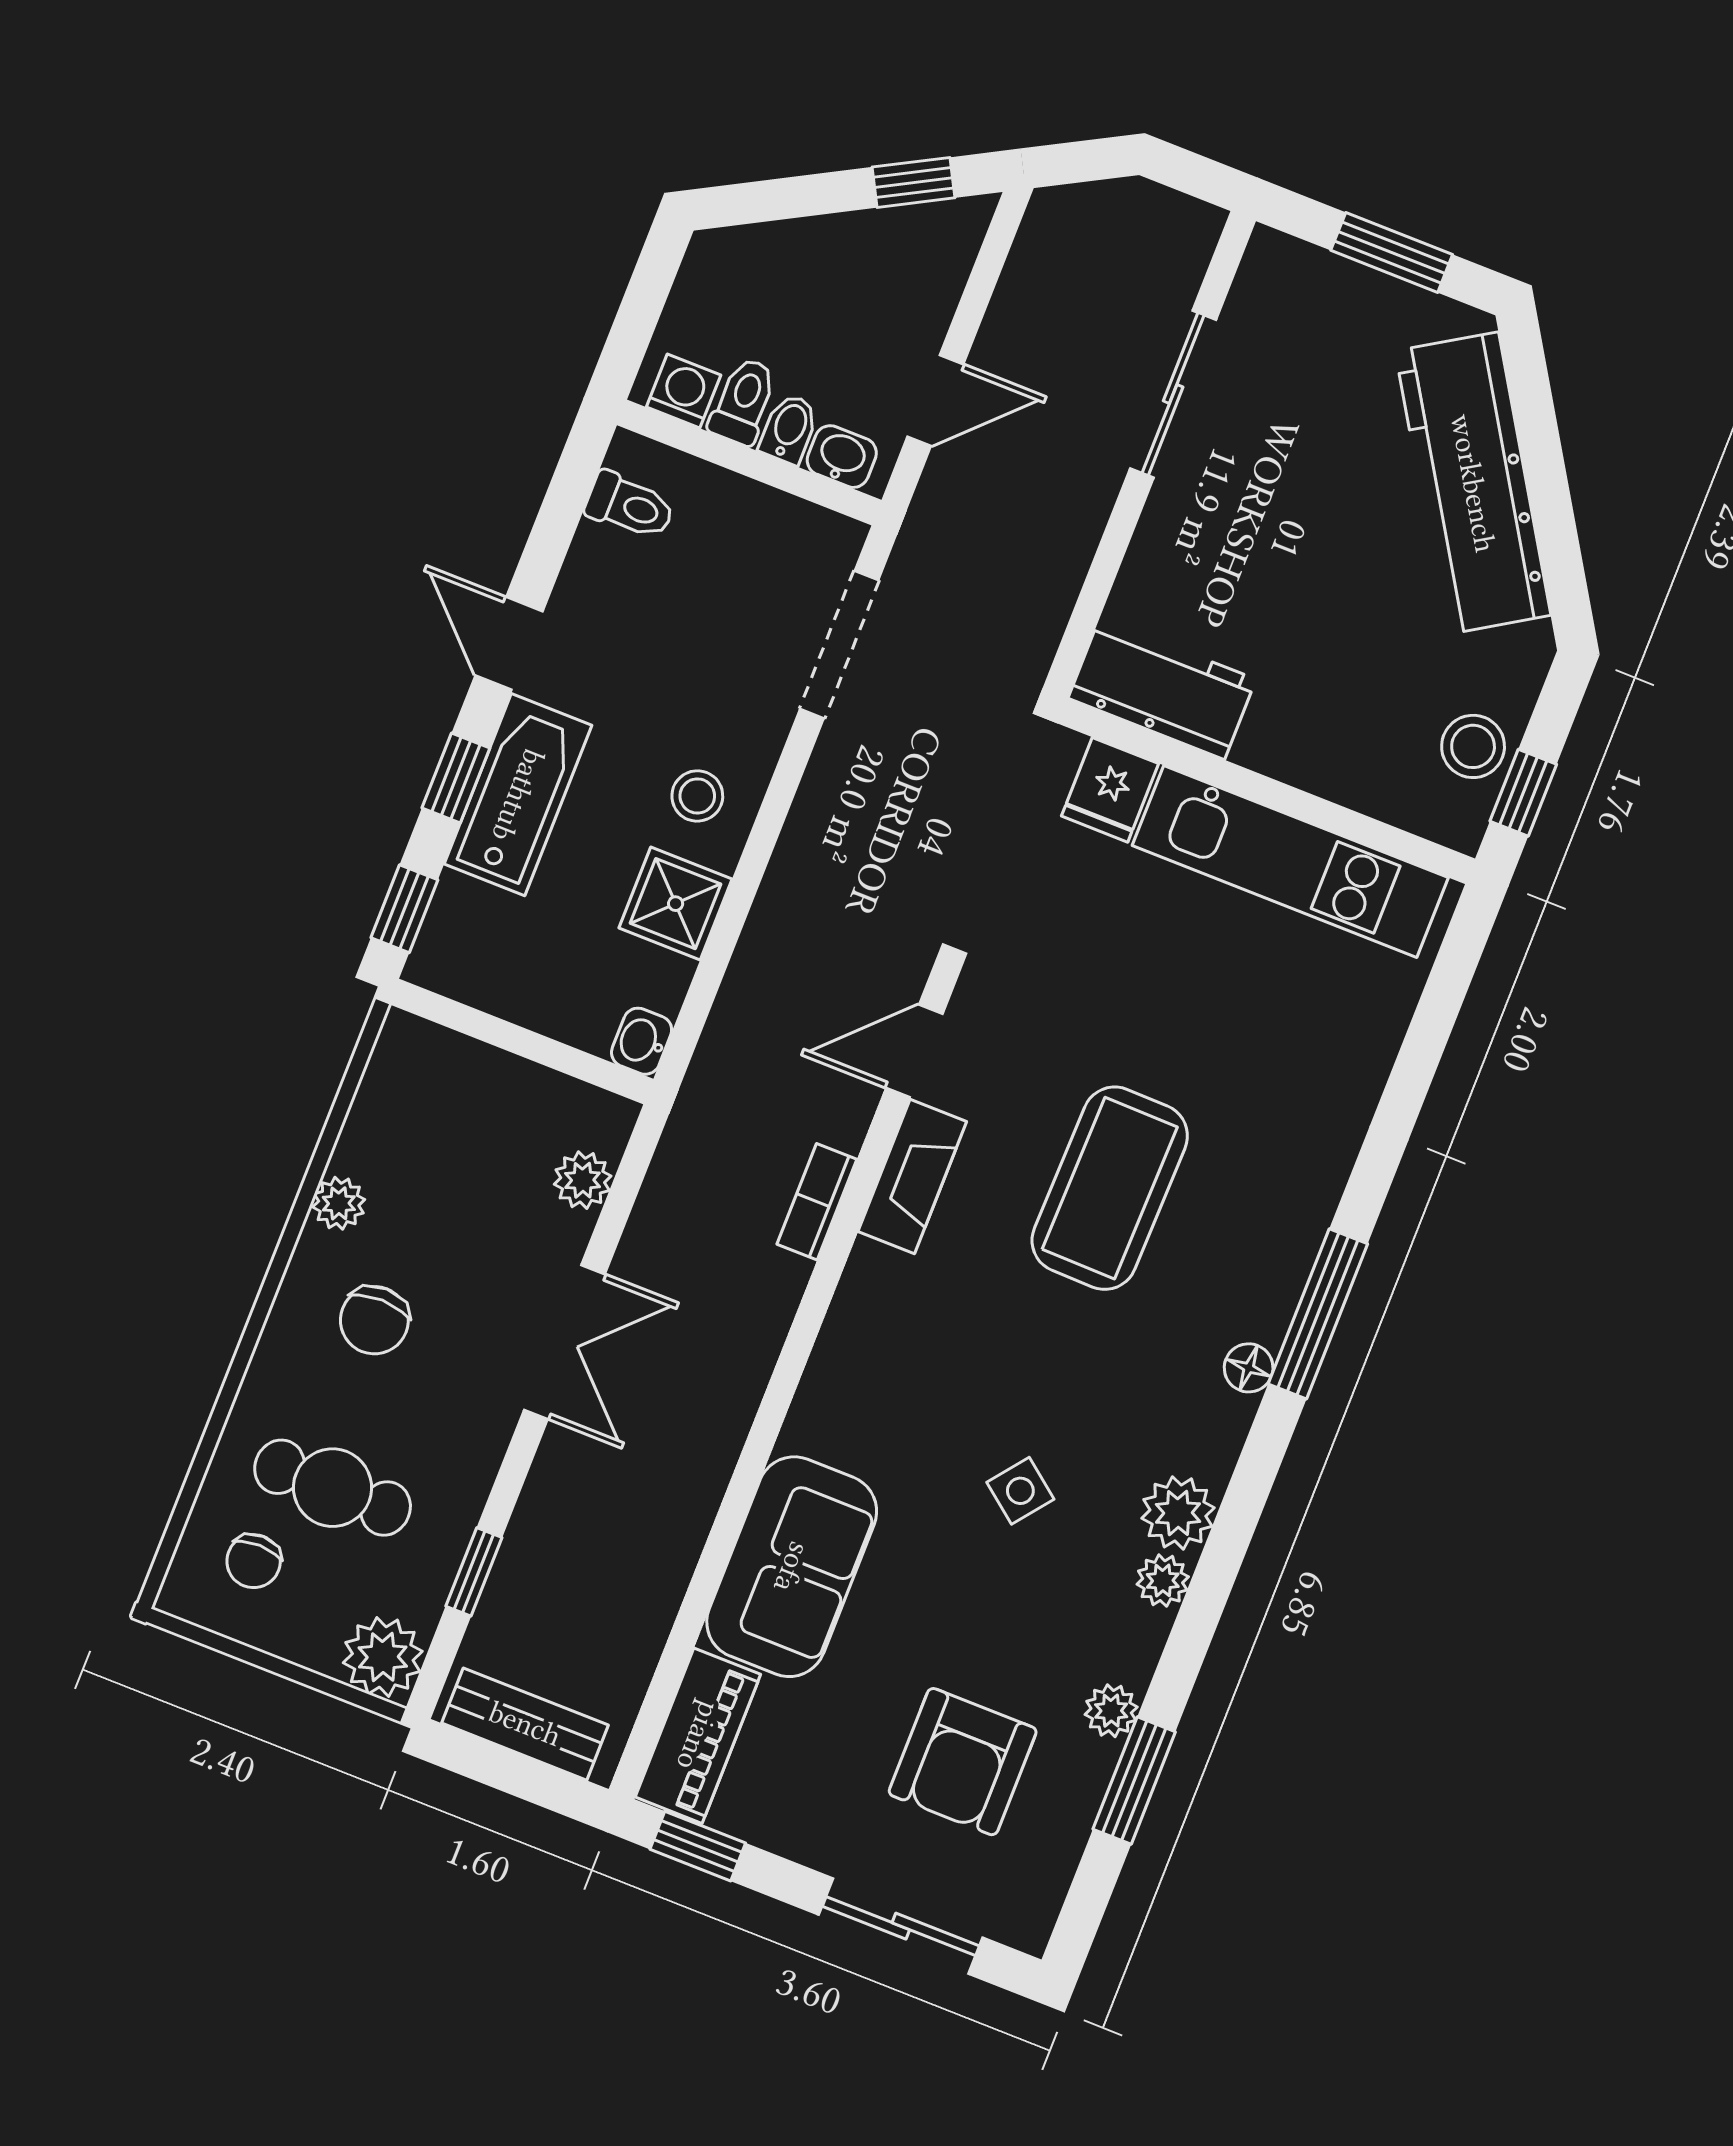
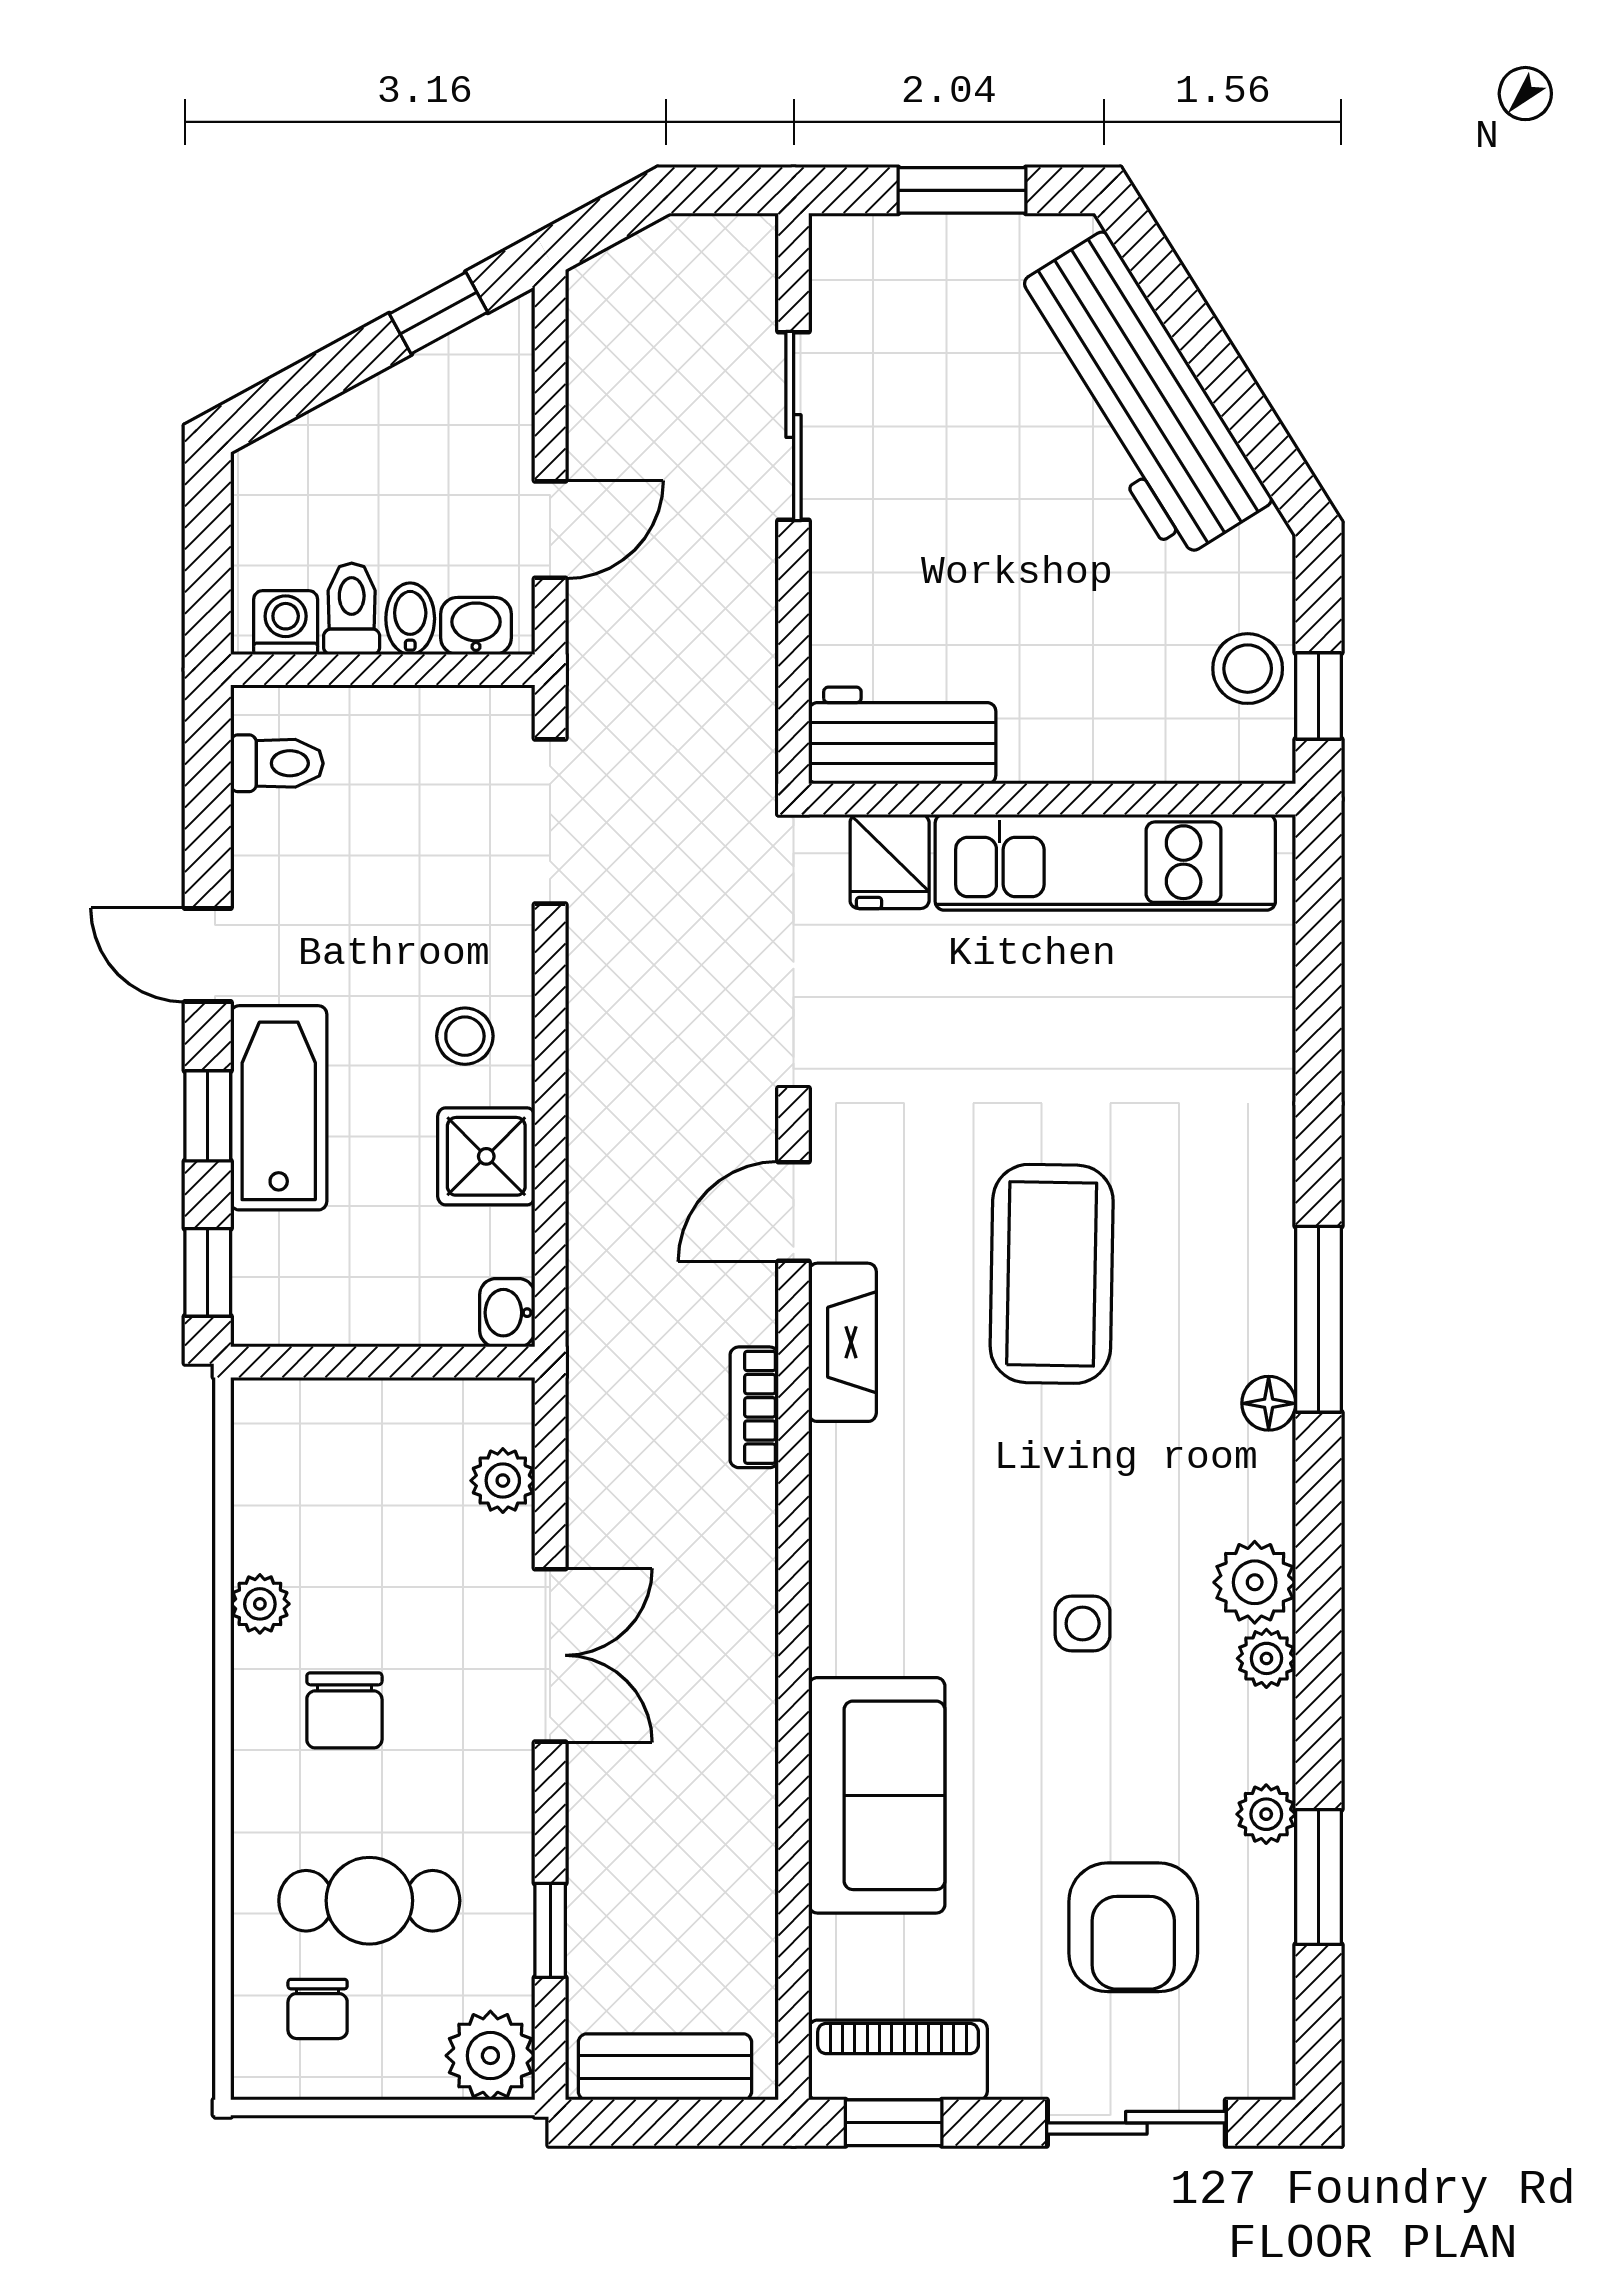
side table: (1020, 1491) -> (1083, 1624), turned -38
piano: (698, 1736) -> (898, 2060), moved, turned -90

